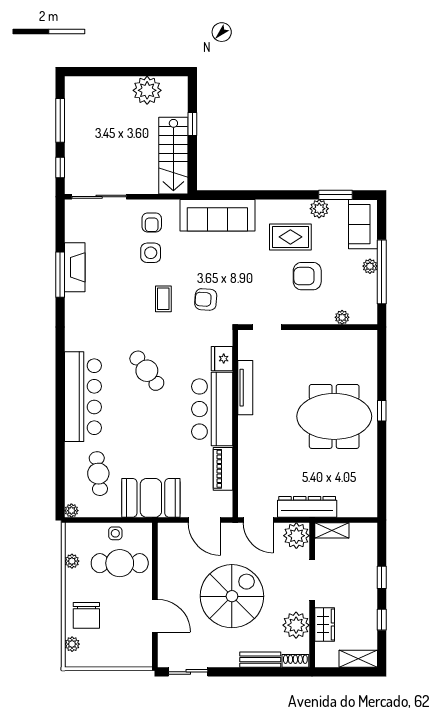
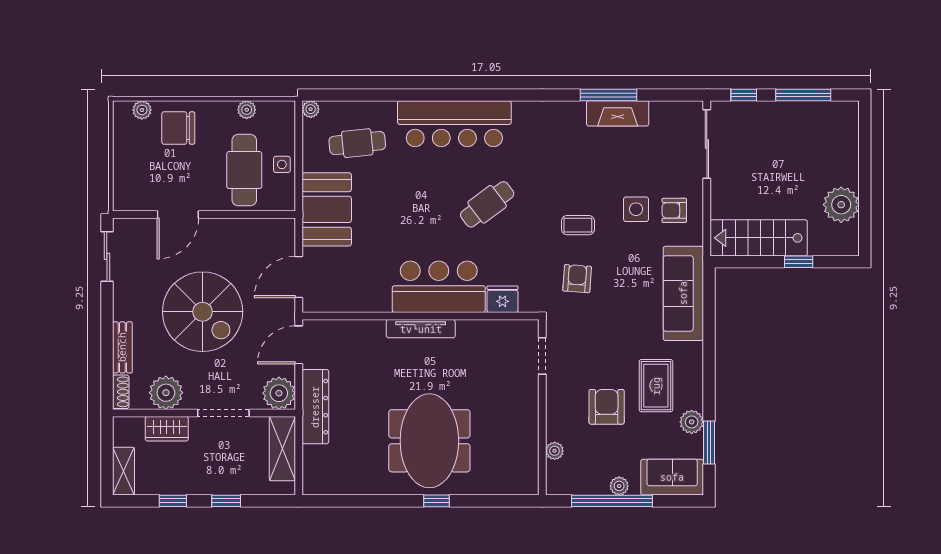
tv unit: (245, 388) -> (421, 329), moved
piano: (223, 469) -> (363, 300), removed
shelving: (332, 530) -> (282, 449), width x1.50, depth x1.33

